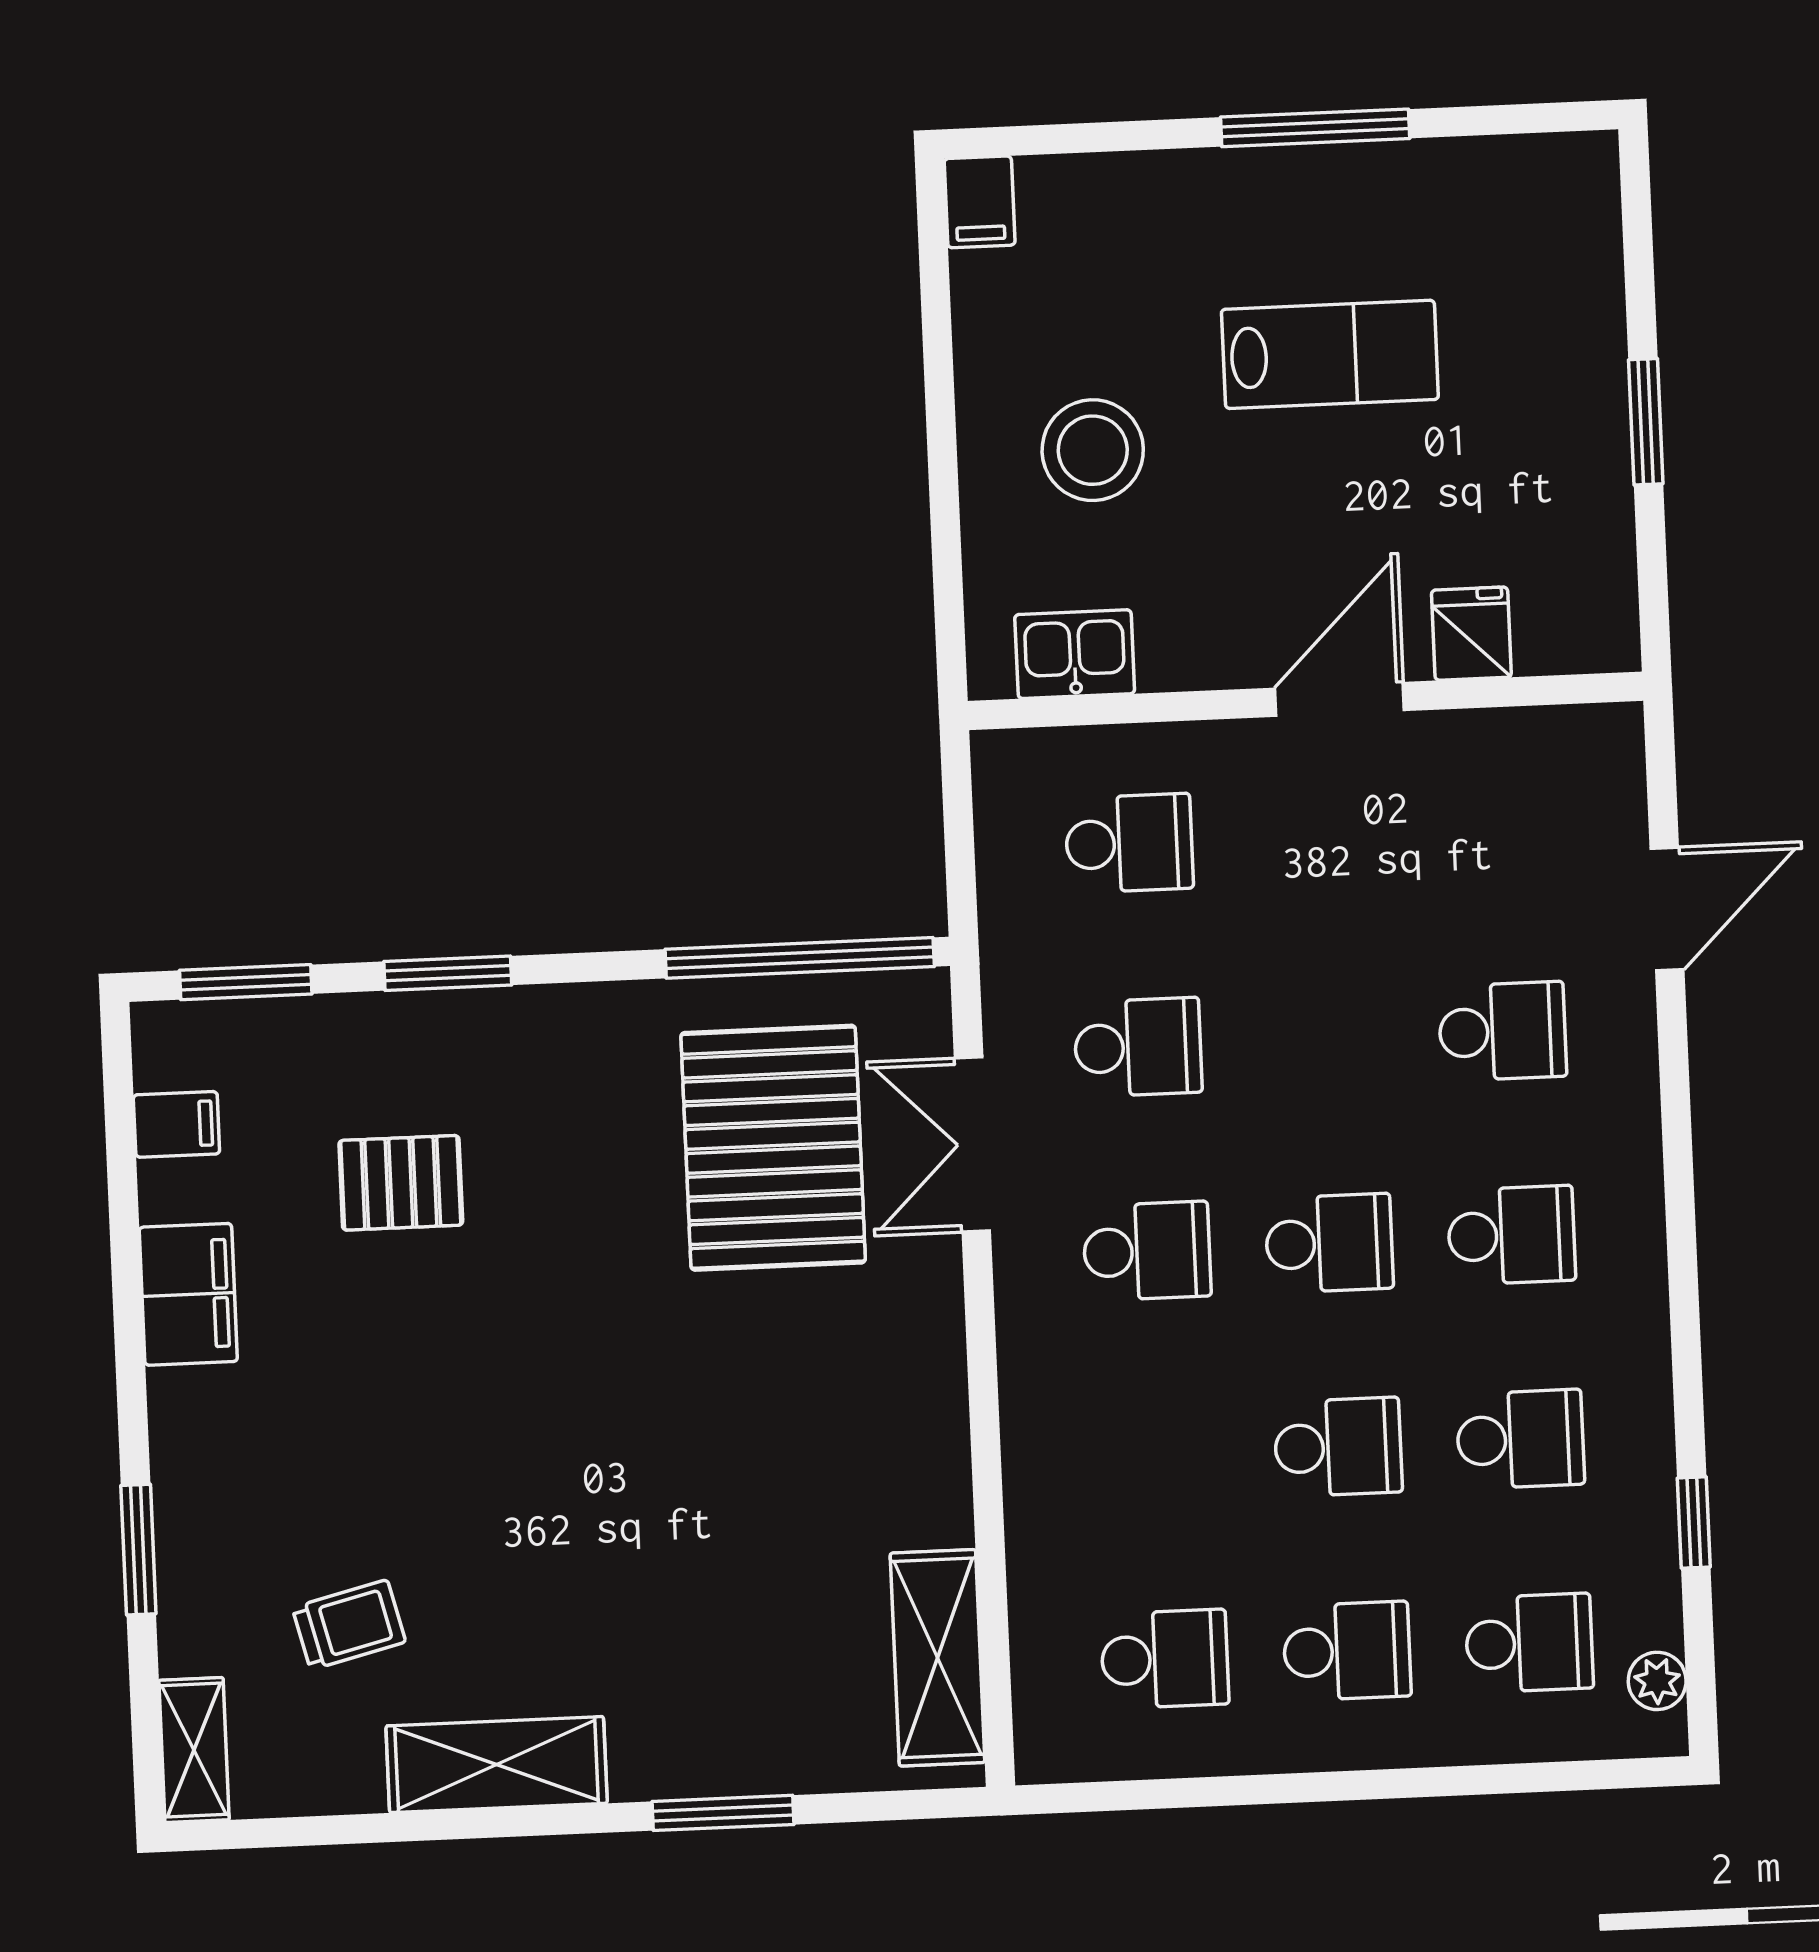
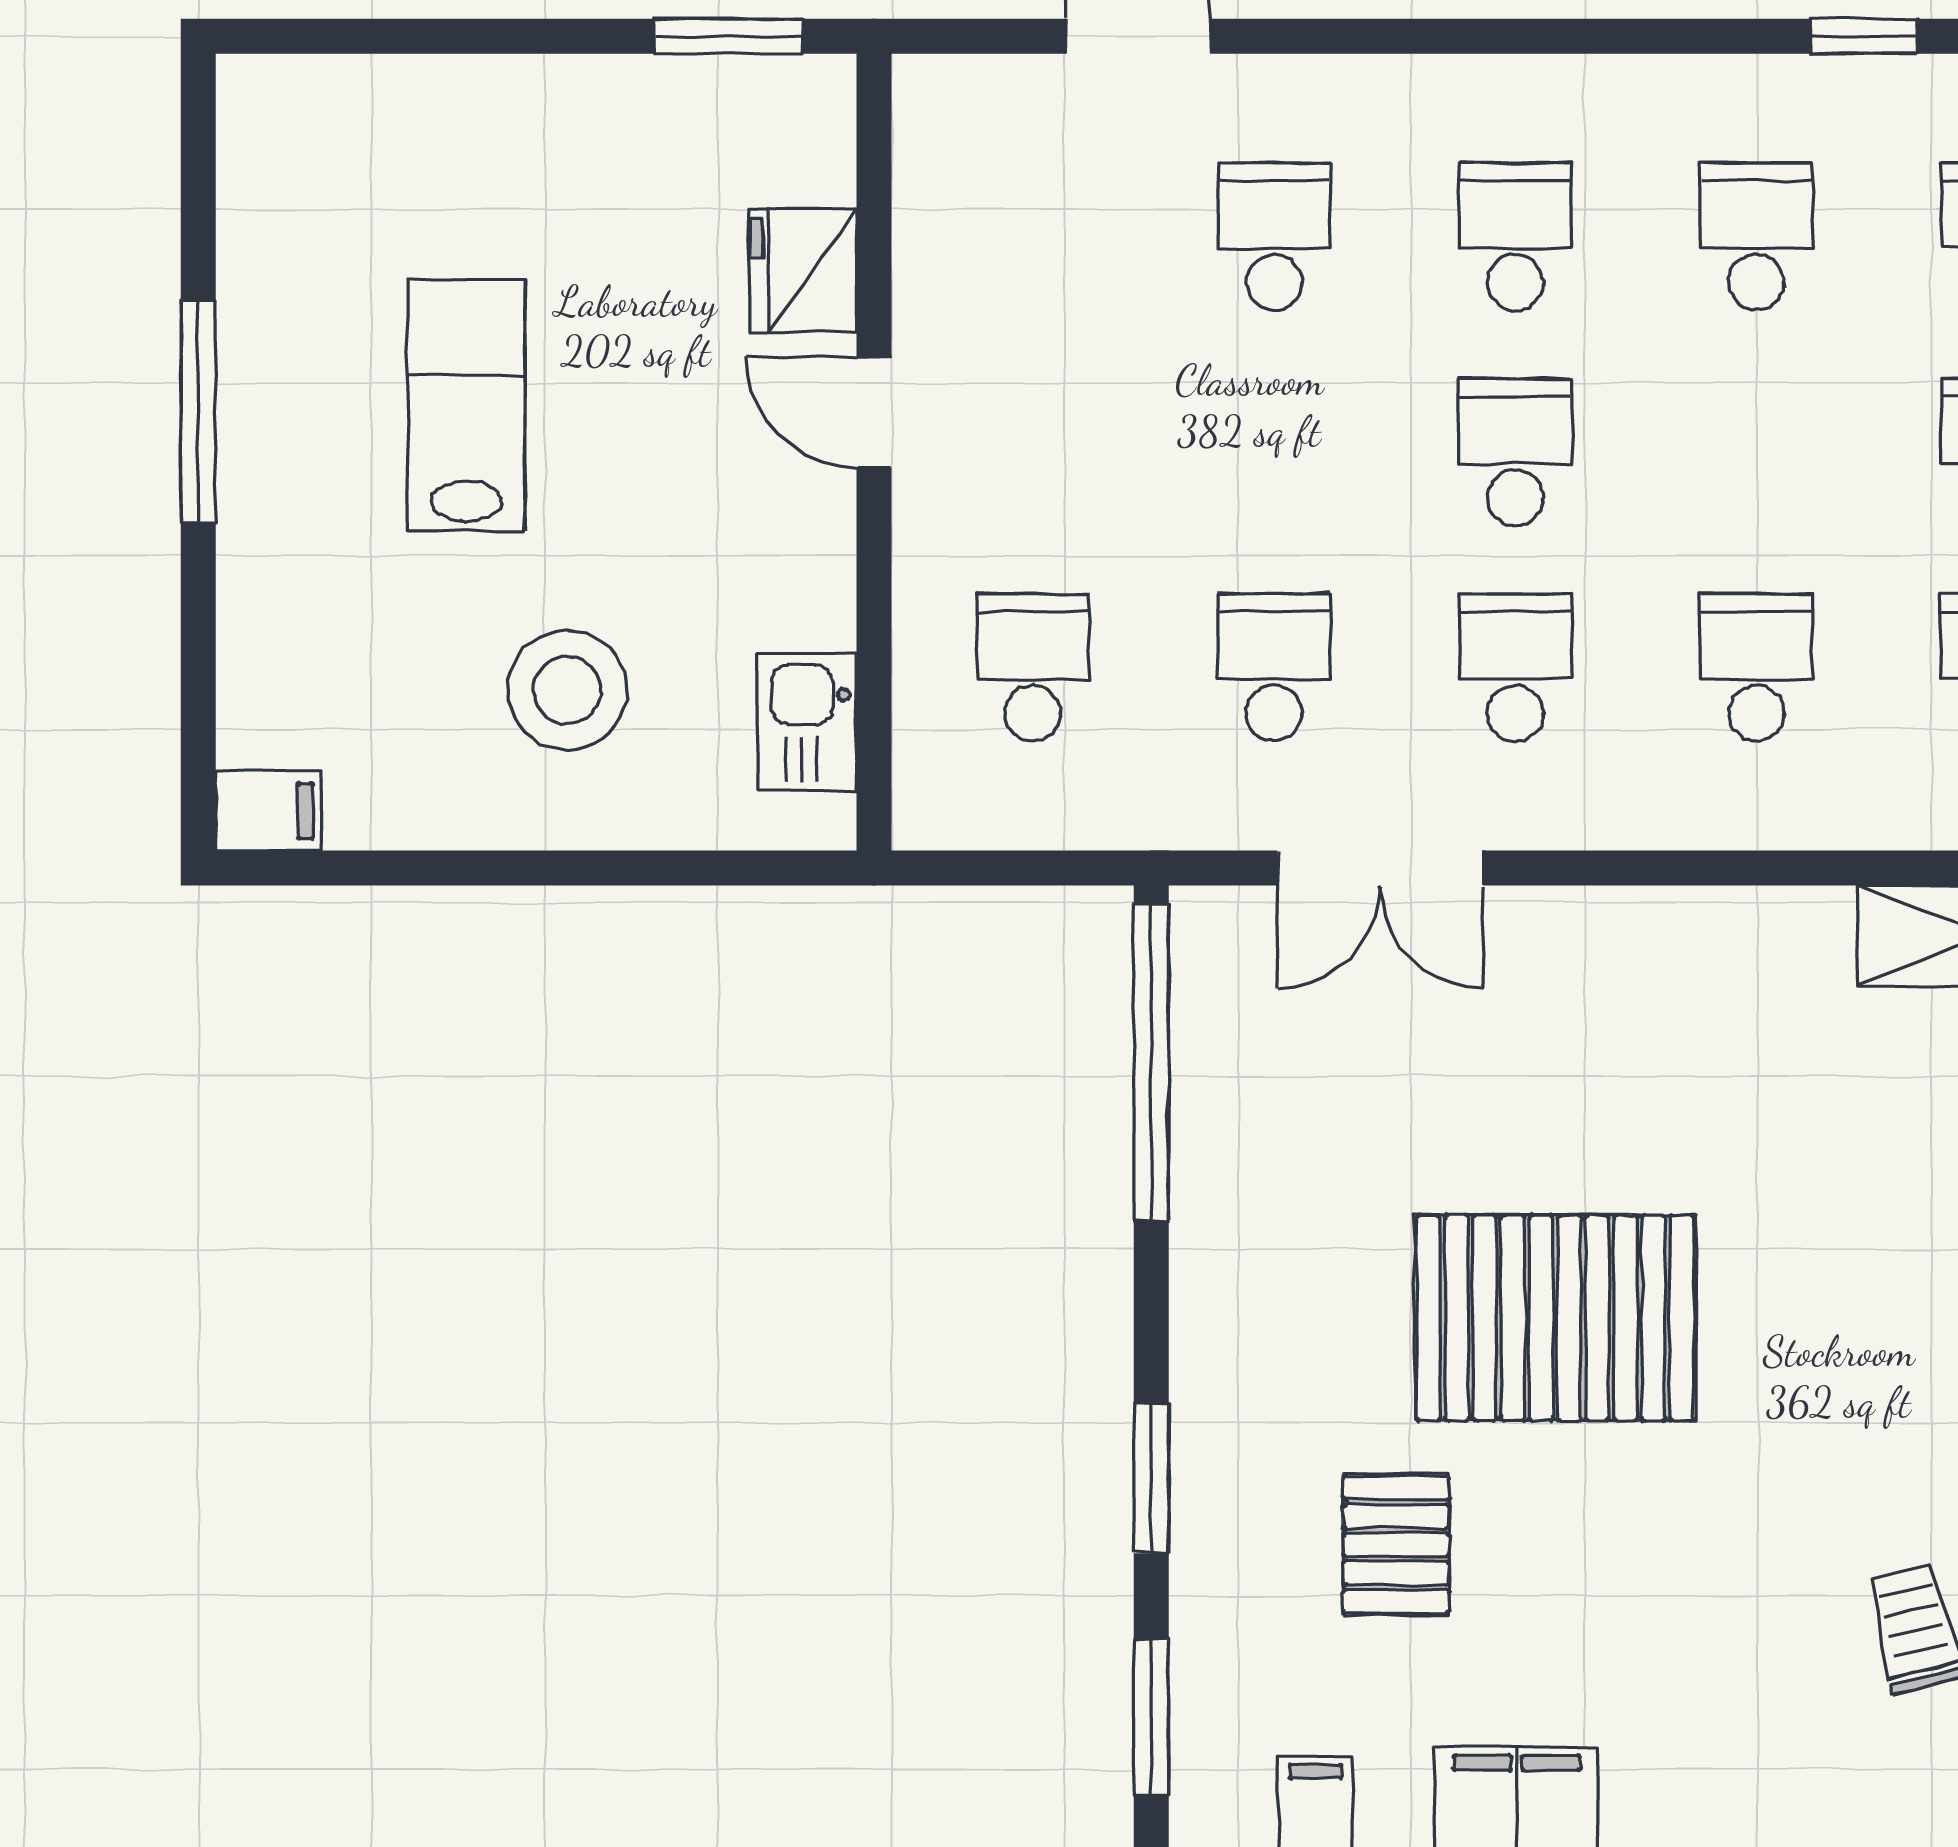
window: (1646, 422) -> (729, 36), moved
fridge: (1471, 634) -> (803, 270), width x1.38
door: (1340, 699) -> (874, 412), width x0.73
pallet: (773, 1148) -> (1555, 1318), moved
school desk: (1338, 1447) -> (1756, 668), moved

